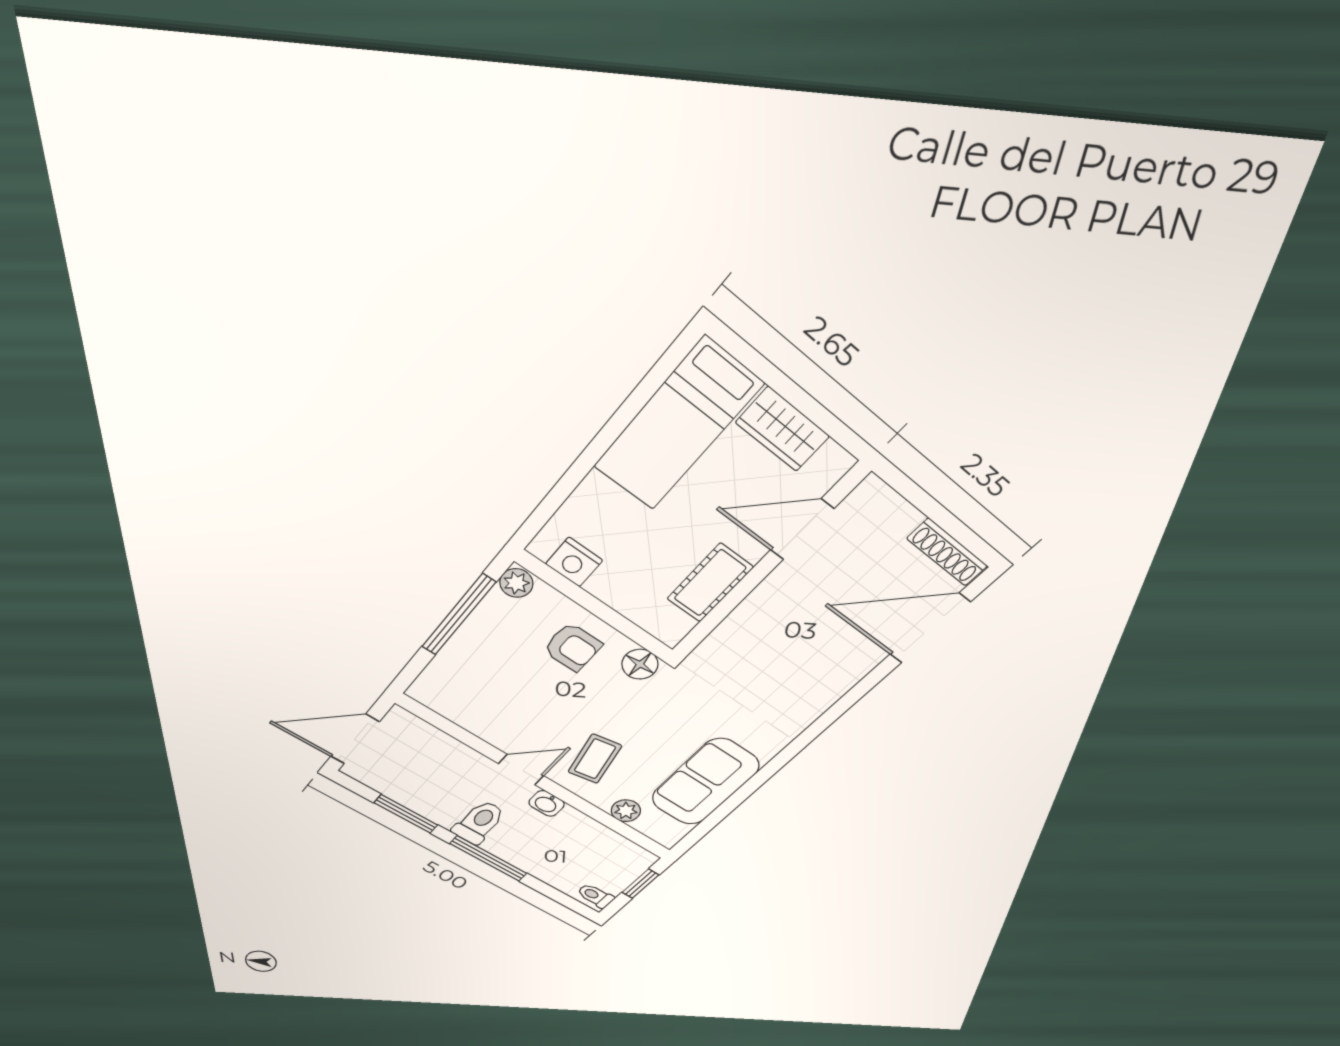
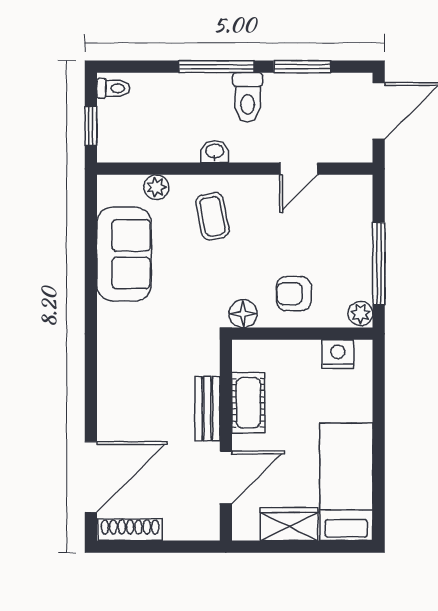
bench: (756, 607) -> (207, 409), added
door: (521, 770) -> (299, 169), moved

